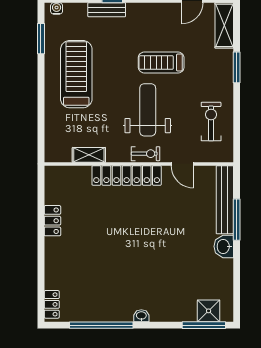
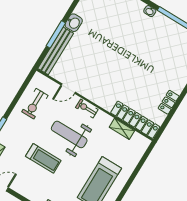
weight bench: (148, 110) -> (69, 134), turned 90
door: (182, 164) -> (68, 89), swing flipped
locker: (127, 176) -> (135, 120), moved

